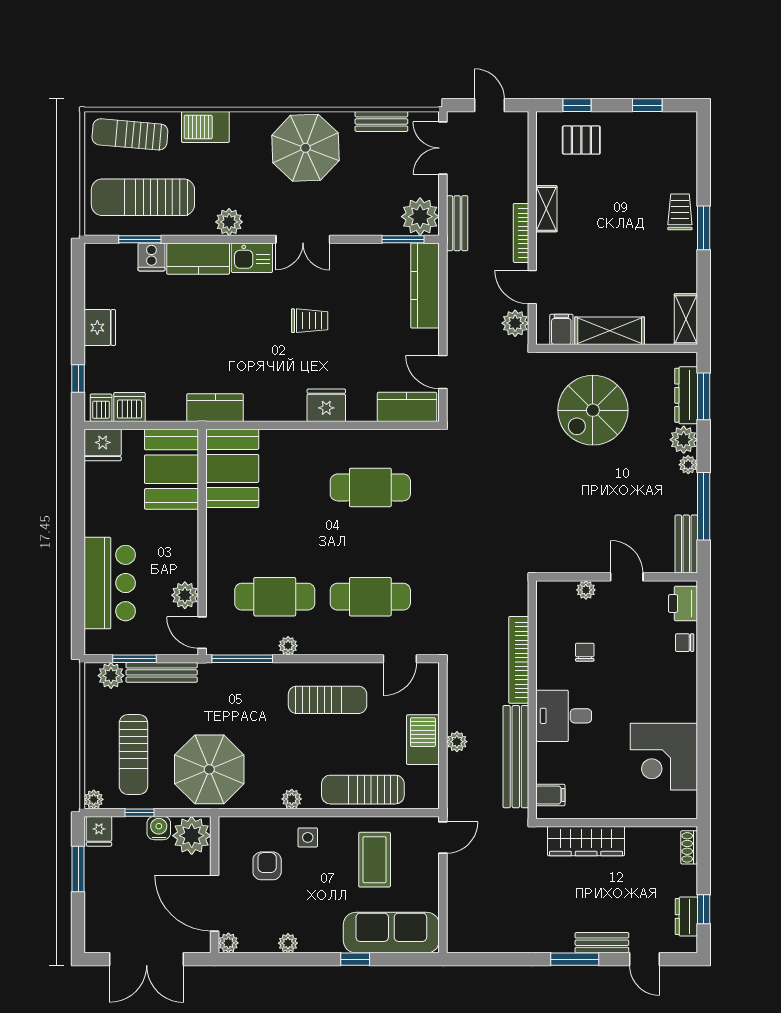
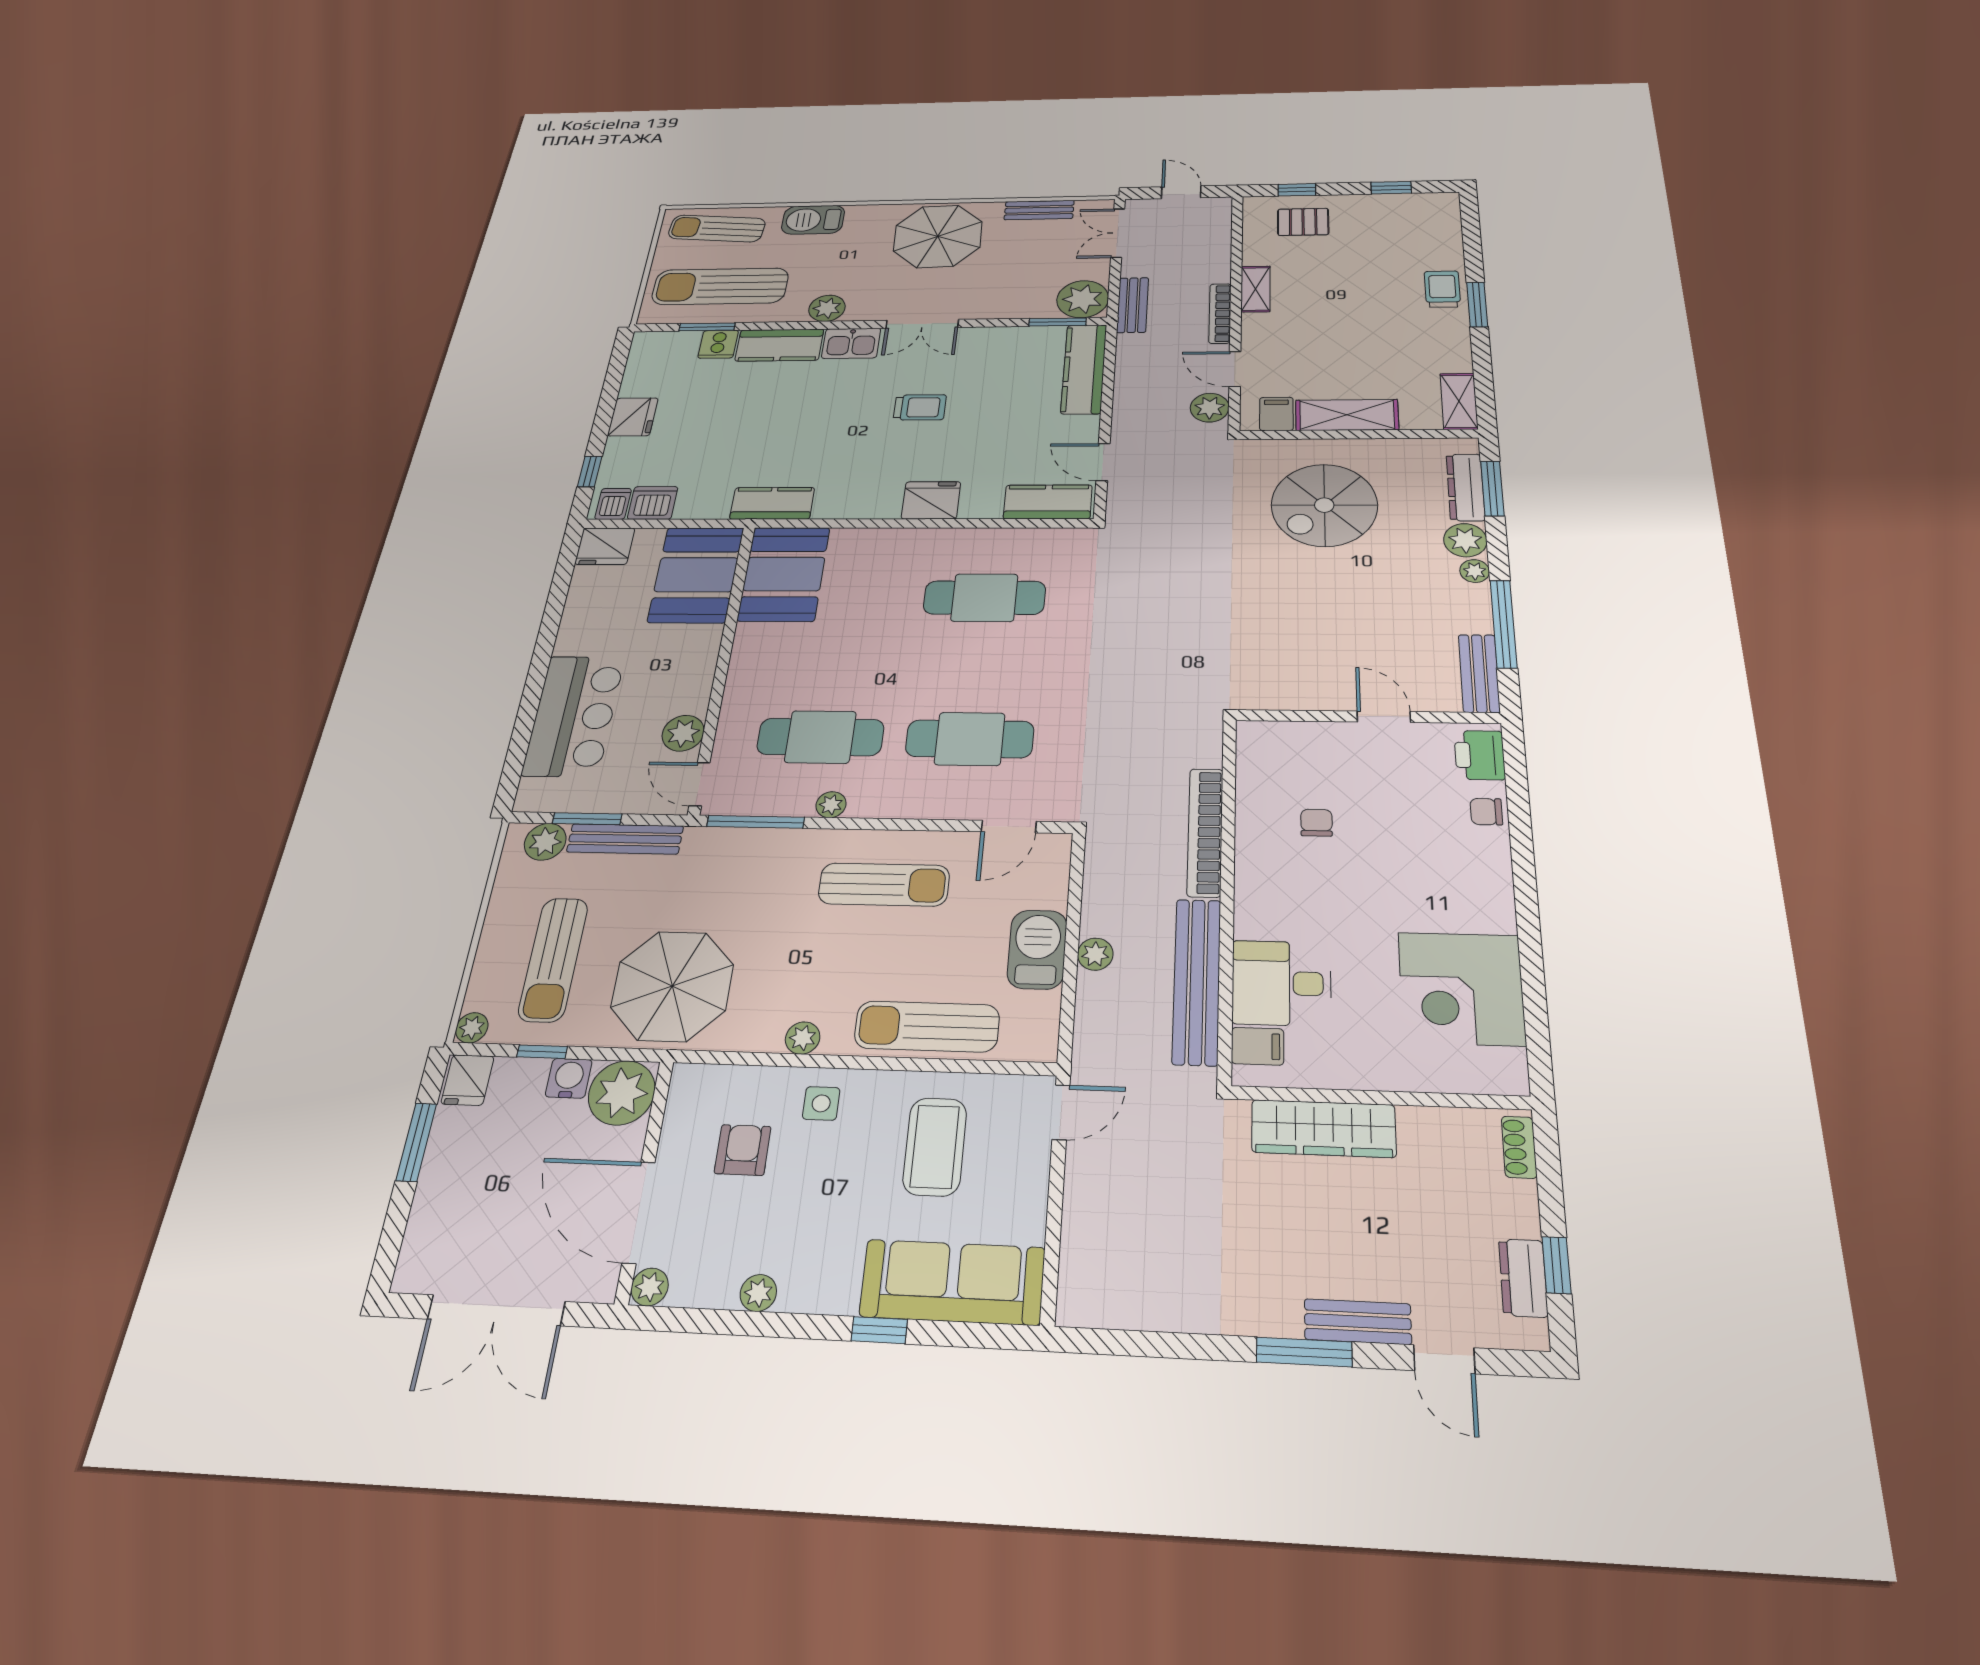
plant: (586, 590) -> (1317, 734), removed
desk: (564, 716) -> (1281, 983), moved

